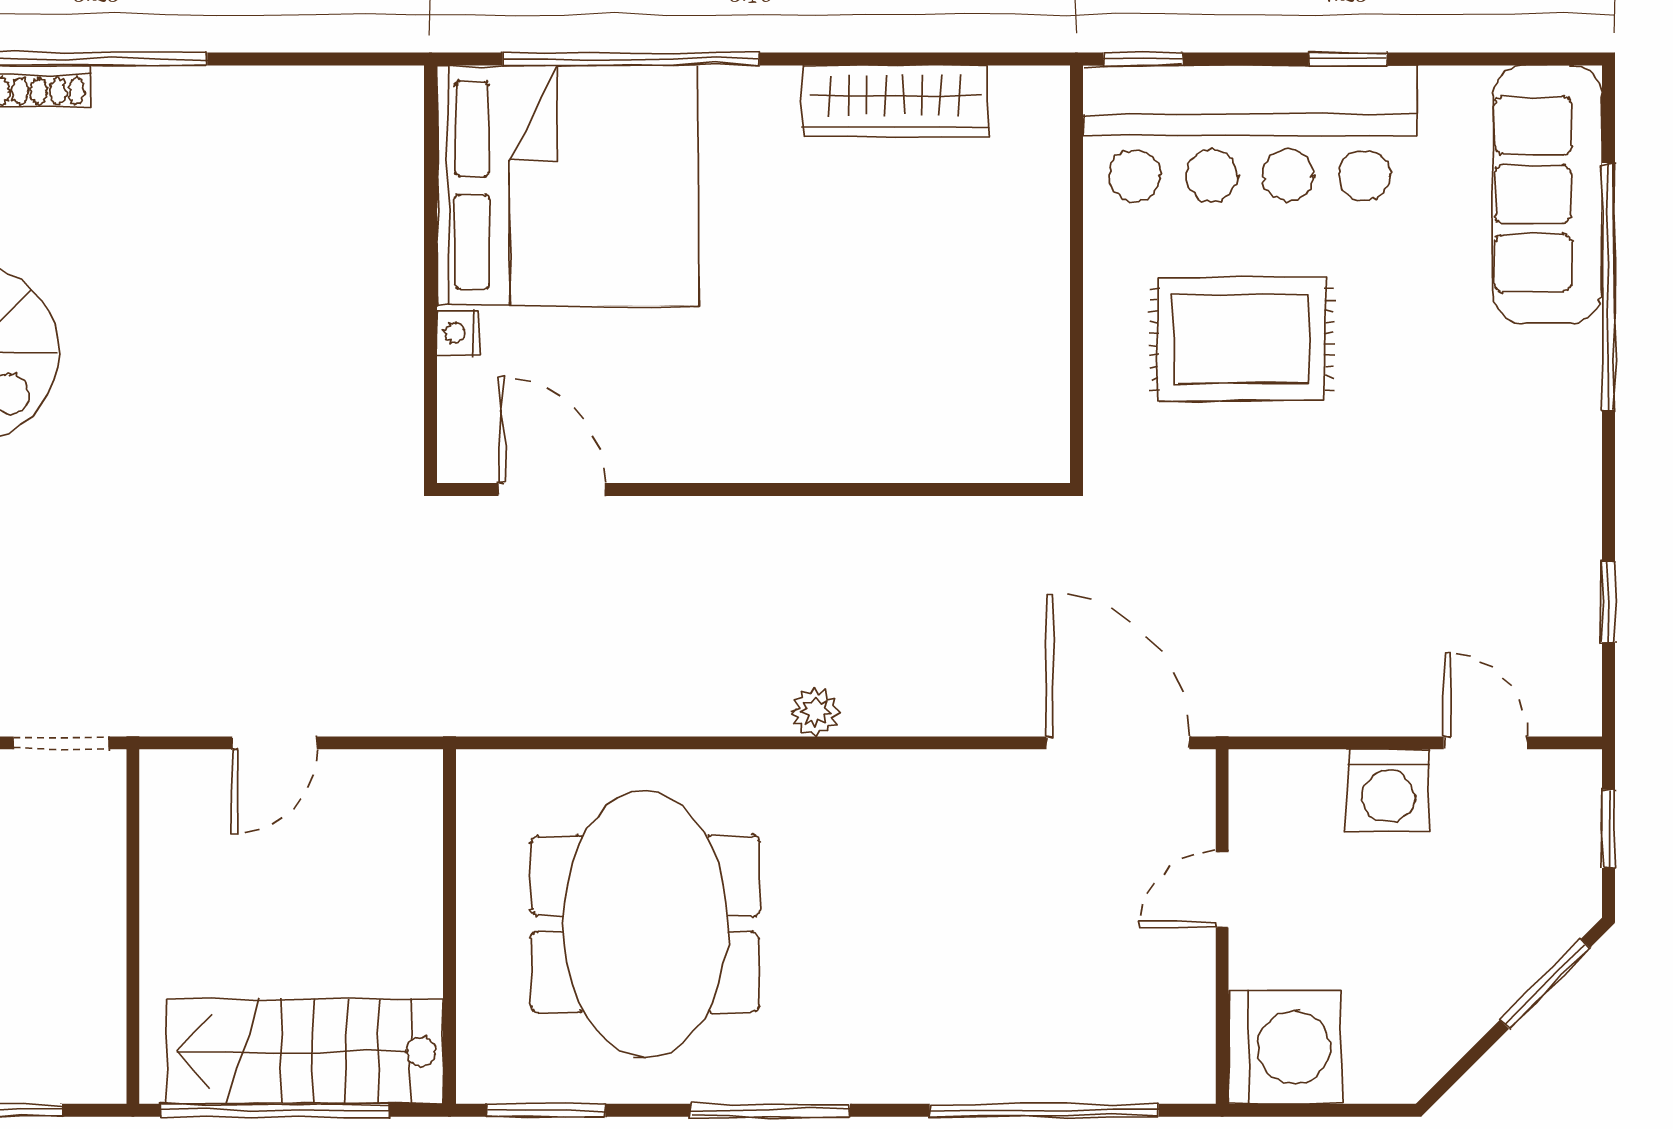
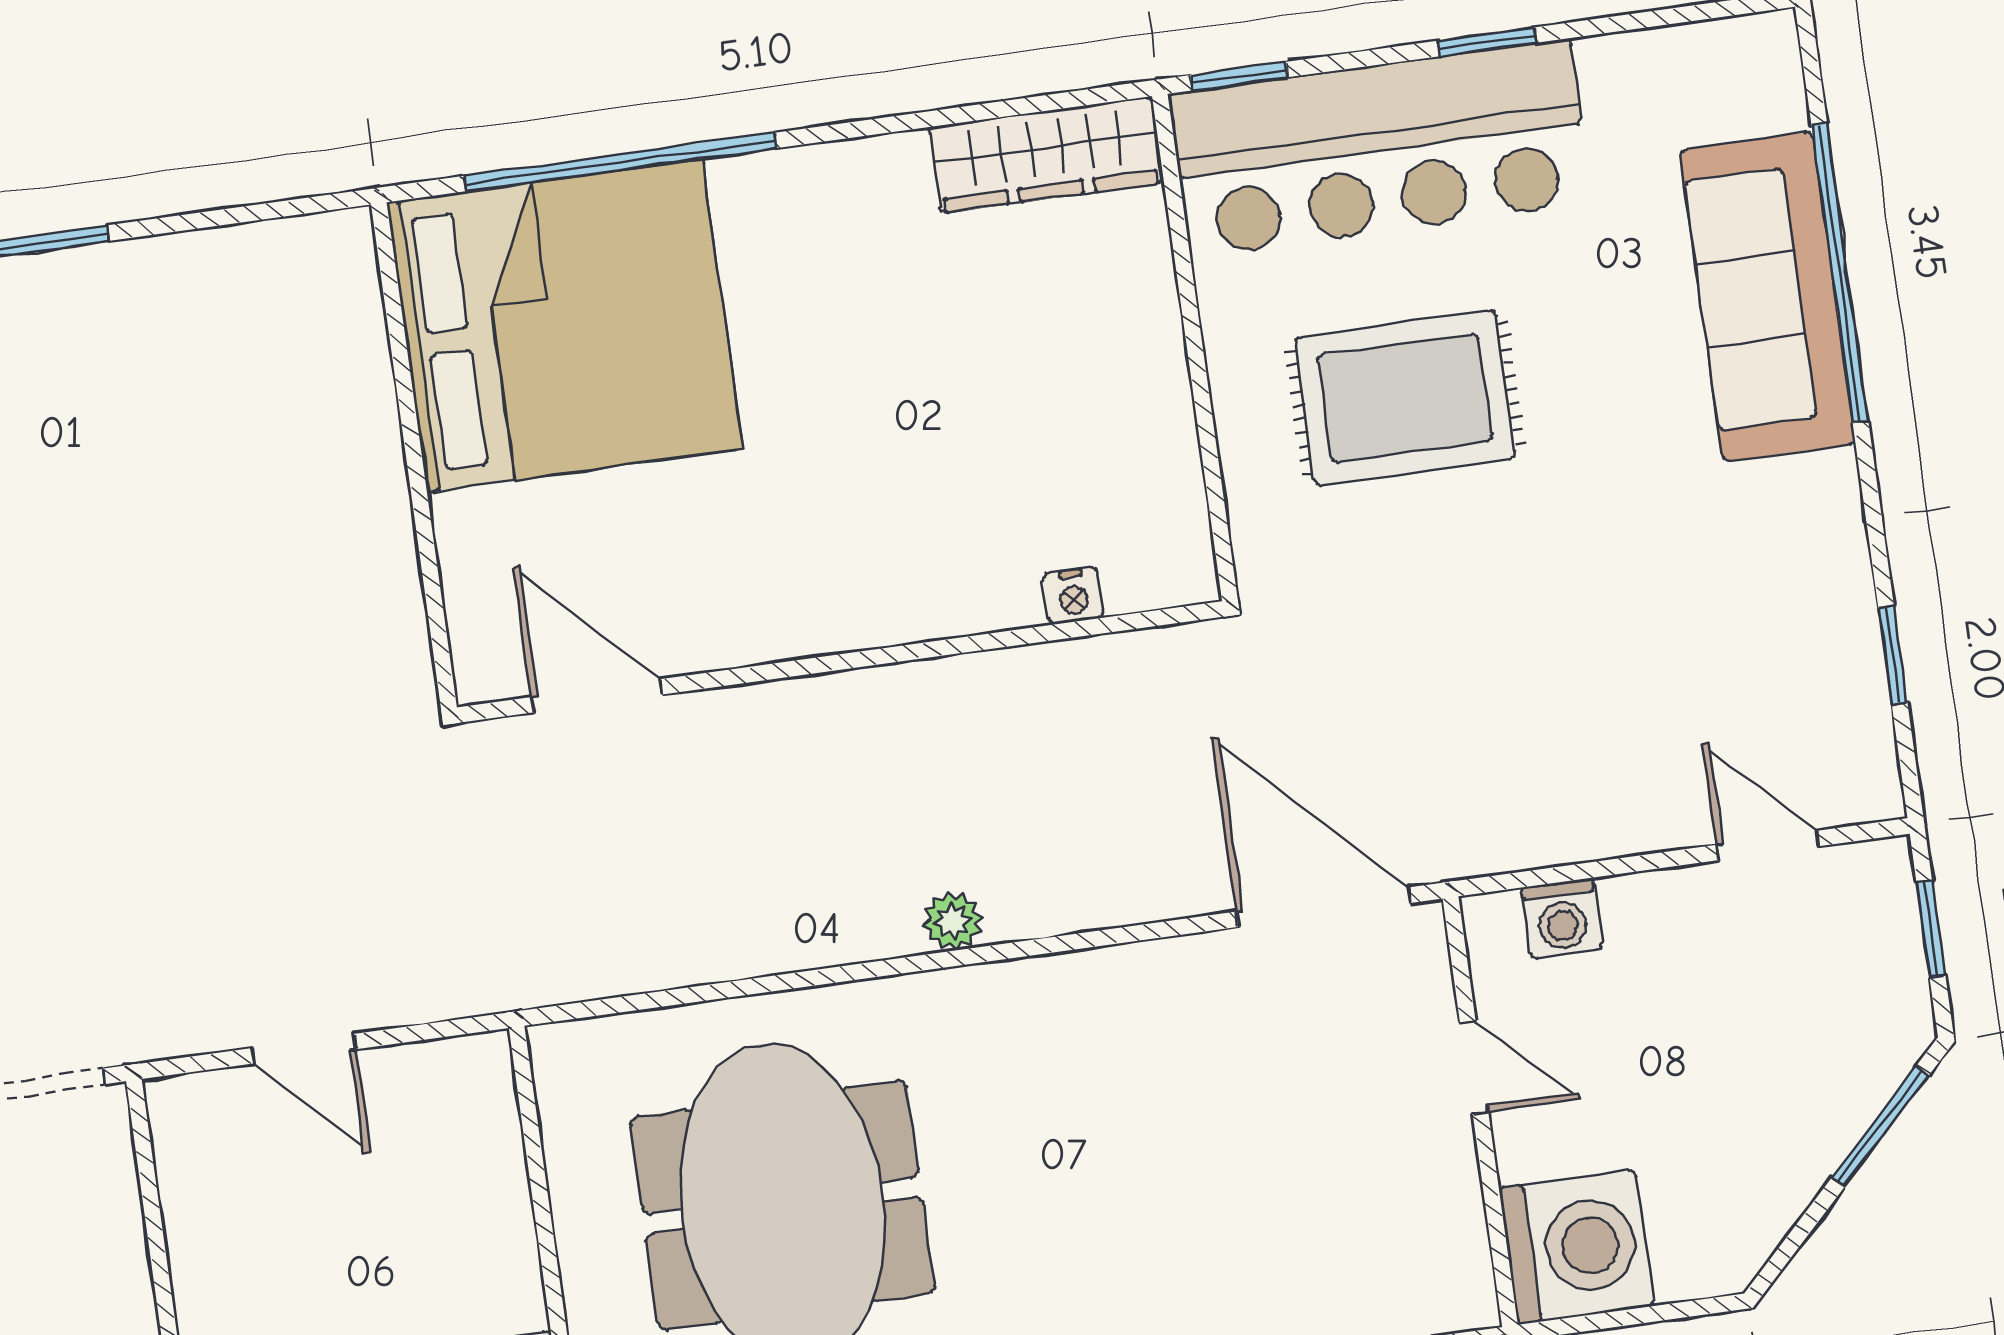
wardrobe: (895, 101) -> (1046, 155), moved
sofa: (1547, 194) -> (1768, 297), moved
nightstand: (458, 333) -> (1073, 596), moved, turned -90
door: (275, 743) -> (304, 1049), hinge flipped
washing machine: (1388, 790) -> (1562, 918), moved, width x0.73, depth x0.73
door: (1222, 890) -> (1474, 1067), swing flipped

